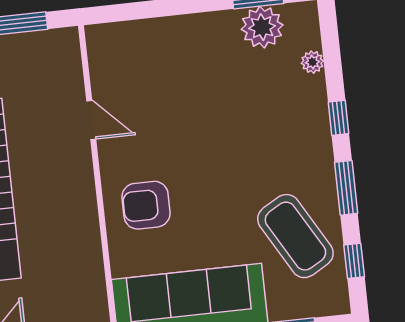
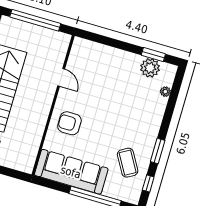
window: (339, 118) -> (167, 120), removed
coffee table: (295, 236) -> (128, 163), width x0.73, depth x0.76

